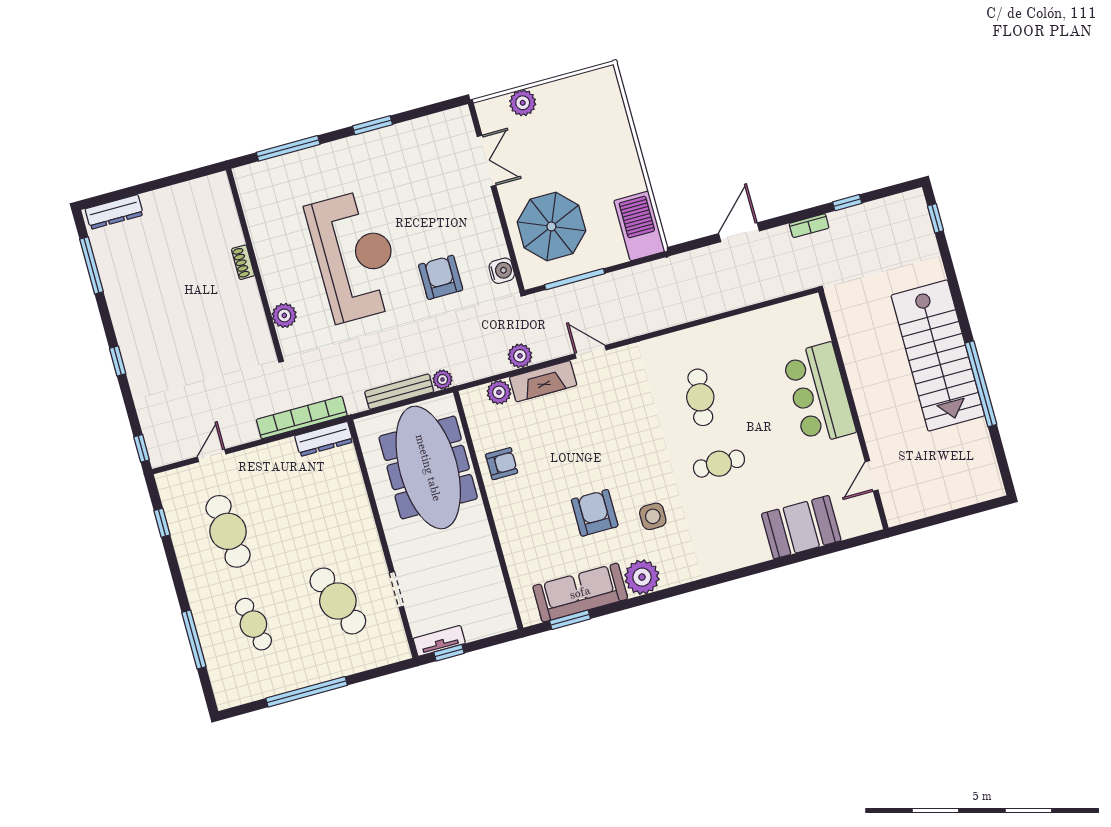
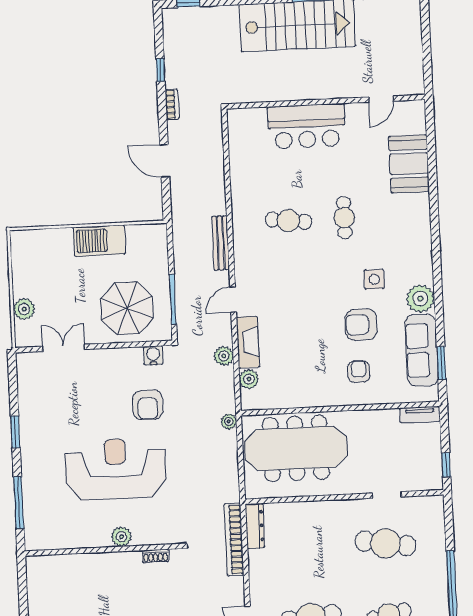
barbecue: (639, 226) -> (99, 241), moved
shoe rack: (243, 262) -> (156, 556), moved
armchair: (441, 277) -> (148, 405), turned -90
plant: (284, 315) -> (121, 537), moved
bench: (399, 392) -> (221, 243), moved
armchair: (502, 464) -> (359, 372), moved
door: (872, 476) -> (381, 99), hinge flipped
cafe table: (338, 601) -> (385, 543), turned 30
tv unit: (439, 641) -> (420, 415), moved, turned -90

